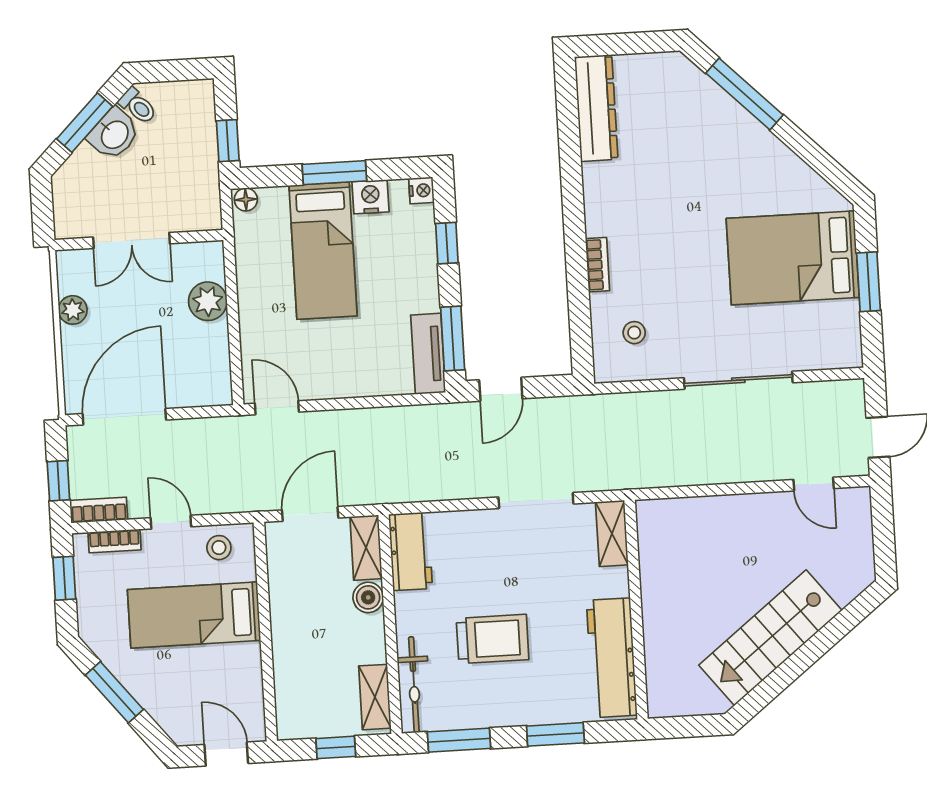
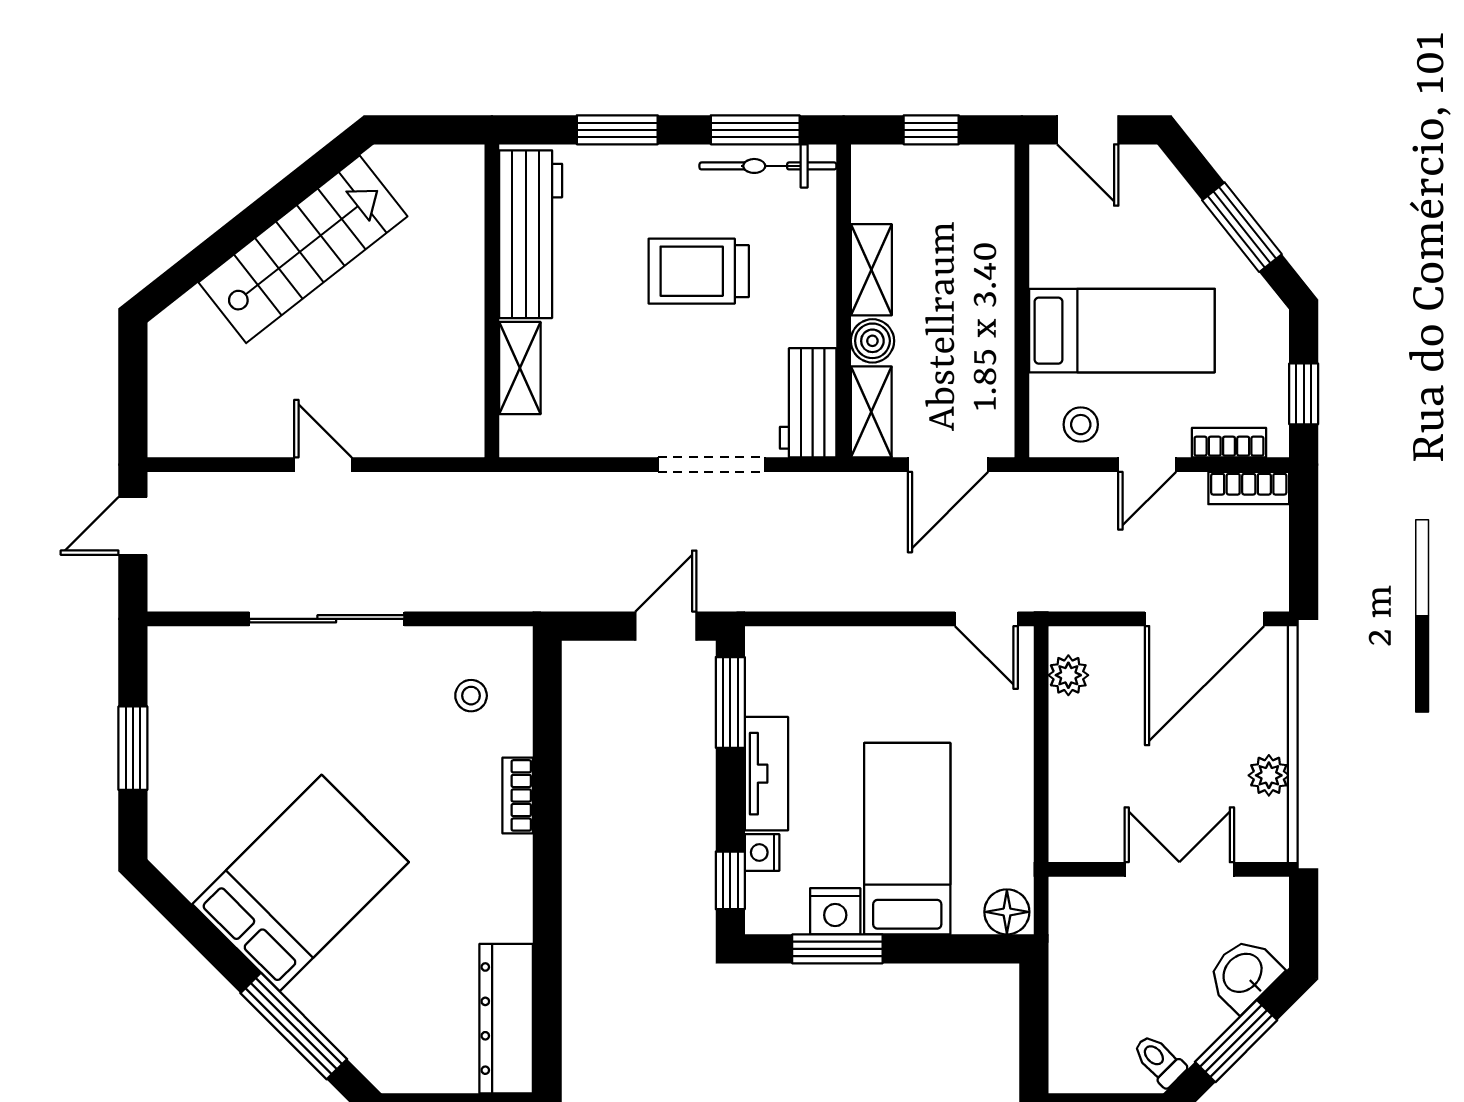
washbasin: (114, 134) -> (1244, 974), moved
window: (228, 141) -> (1034, 1003), removed
window: (334, 173) -> (837, 949), moved
nightstand: (421, 190) -> (762, 852), moved
floor lamp: (246, 199) -> (1007, 912), width x1.37, depth x1.37
window: (447, 243) -> (730, 880), moved
bed: (793, 258) -> (301, 883), moved, turned -45
plant: (208, 301) -> (1068, 675), moved, width x0.73, depth x0.73
tv unit: (428, 354) -> (766, 774), moved
window: (58, 481) -> (1304, 533), removed
door: (814, 484) -> (323, 465), moved
doorway: (536, 501) -> (711, 465), moved
door: (171, 522) -> (1147, 465), hinge flipped
shelving: (612, 533) -> (520, 368), moved
bicycle: (414, 685) -> (768, 166), moved, turned -90
shelving: (375, 697) -> (871, 270), moved

